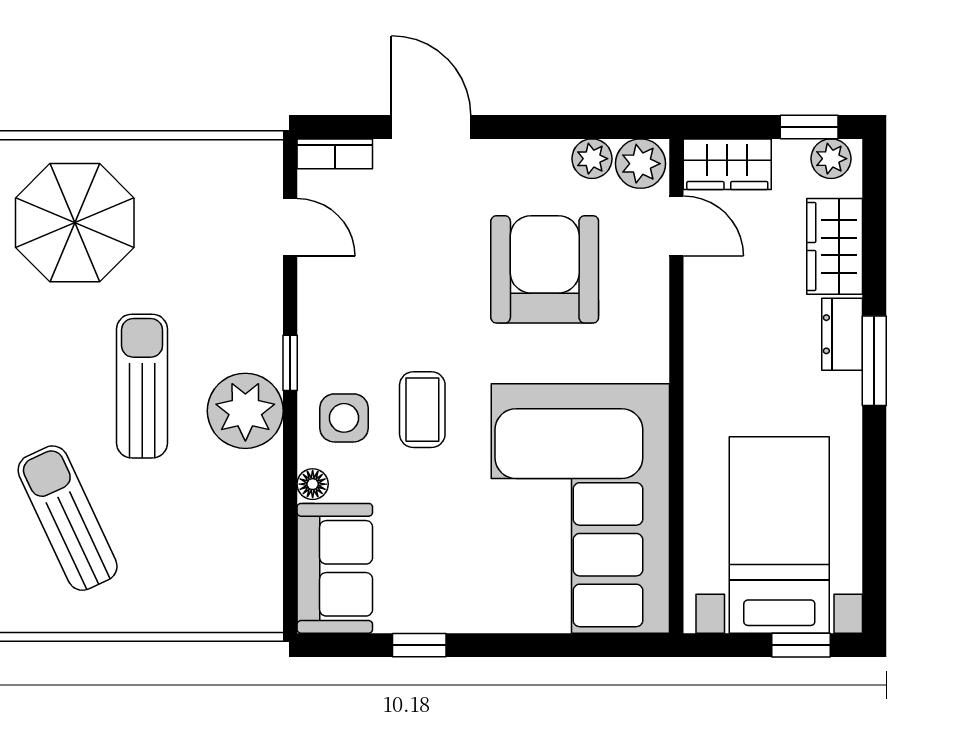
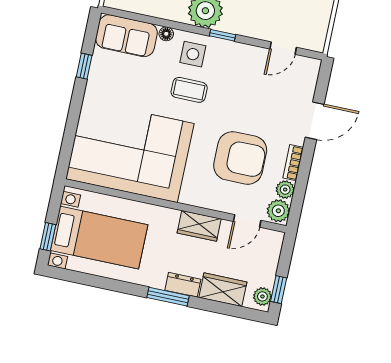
bookcase: (335, 154) -> (293, 163), moved
wardrobe: (727, 164) -> (199, 226), moved, turned -90

